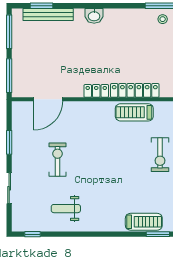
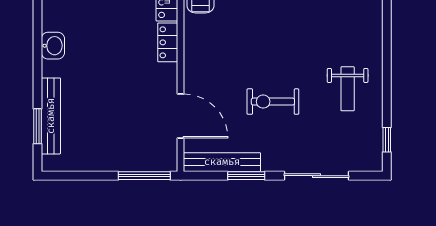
window: (9, 32) -> (77, 176), removed
bench: (18, 126) -> (222, 162), added
sliding door: (9, 188) -> (317, 176), width x1.37

